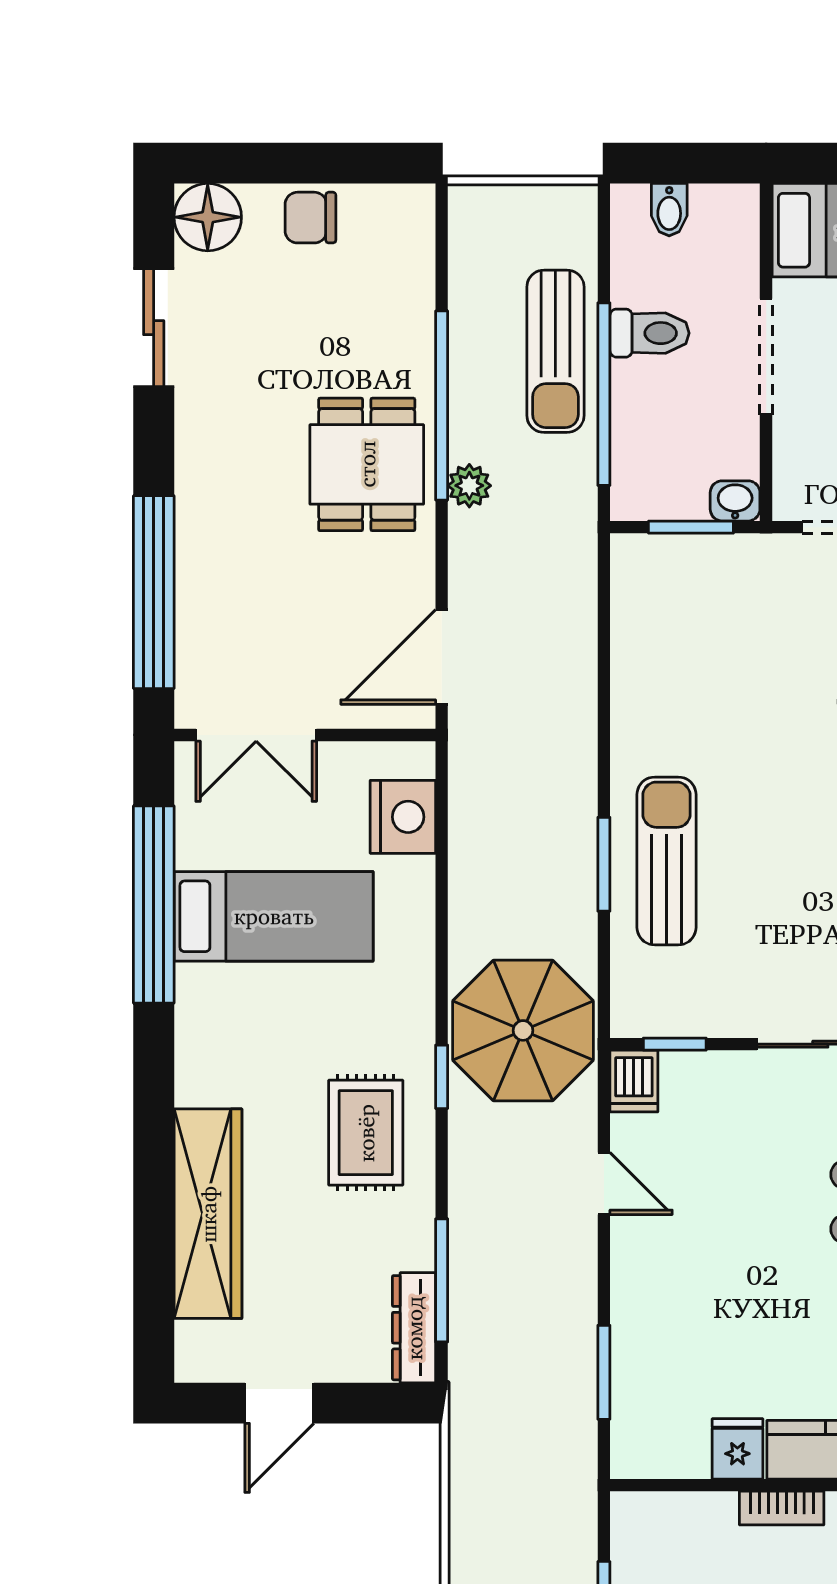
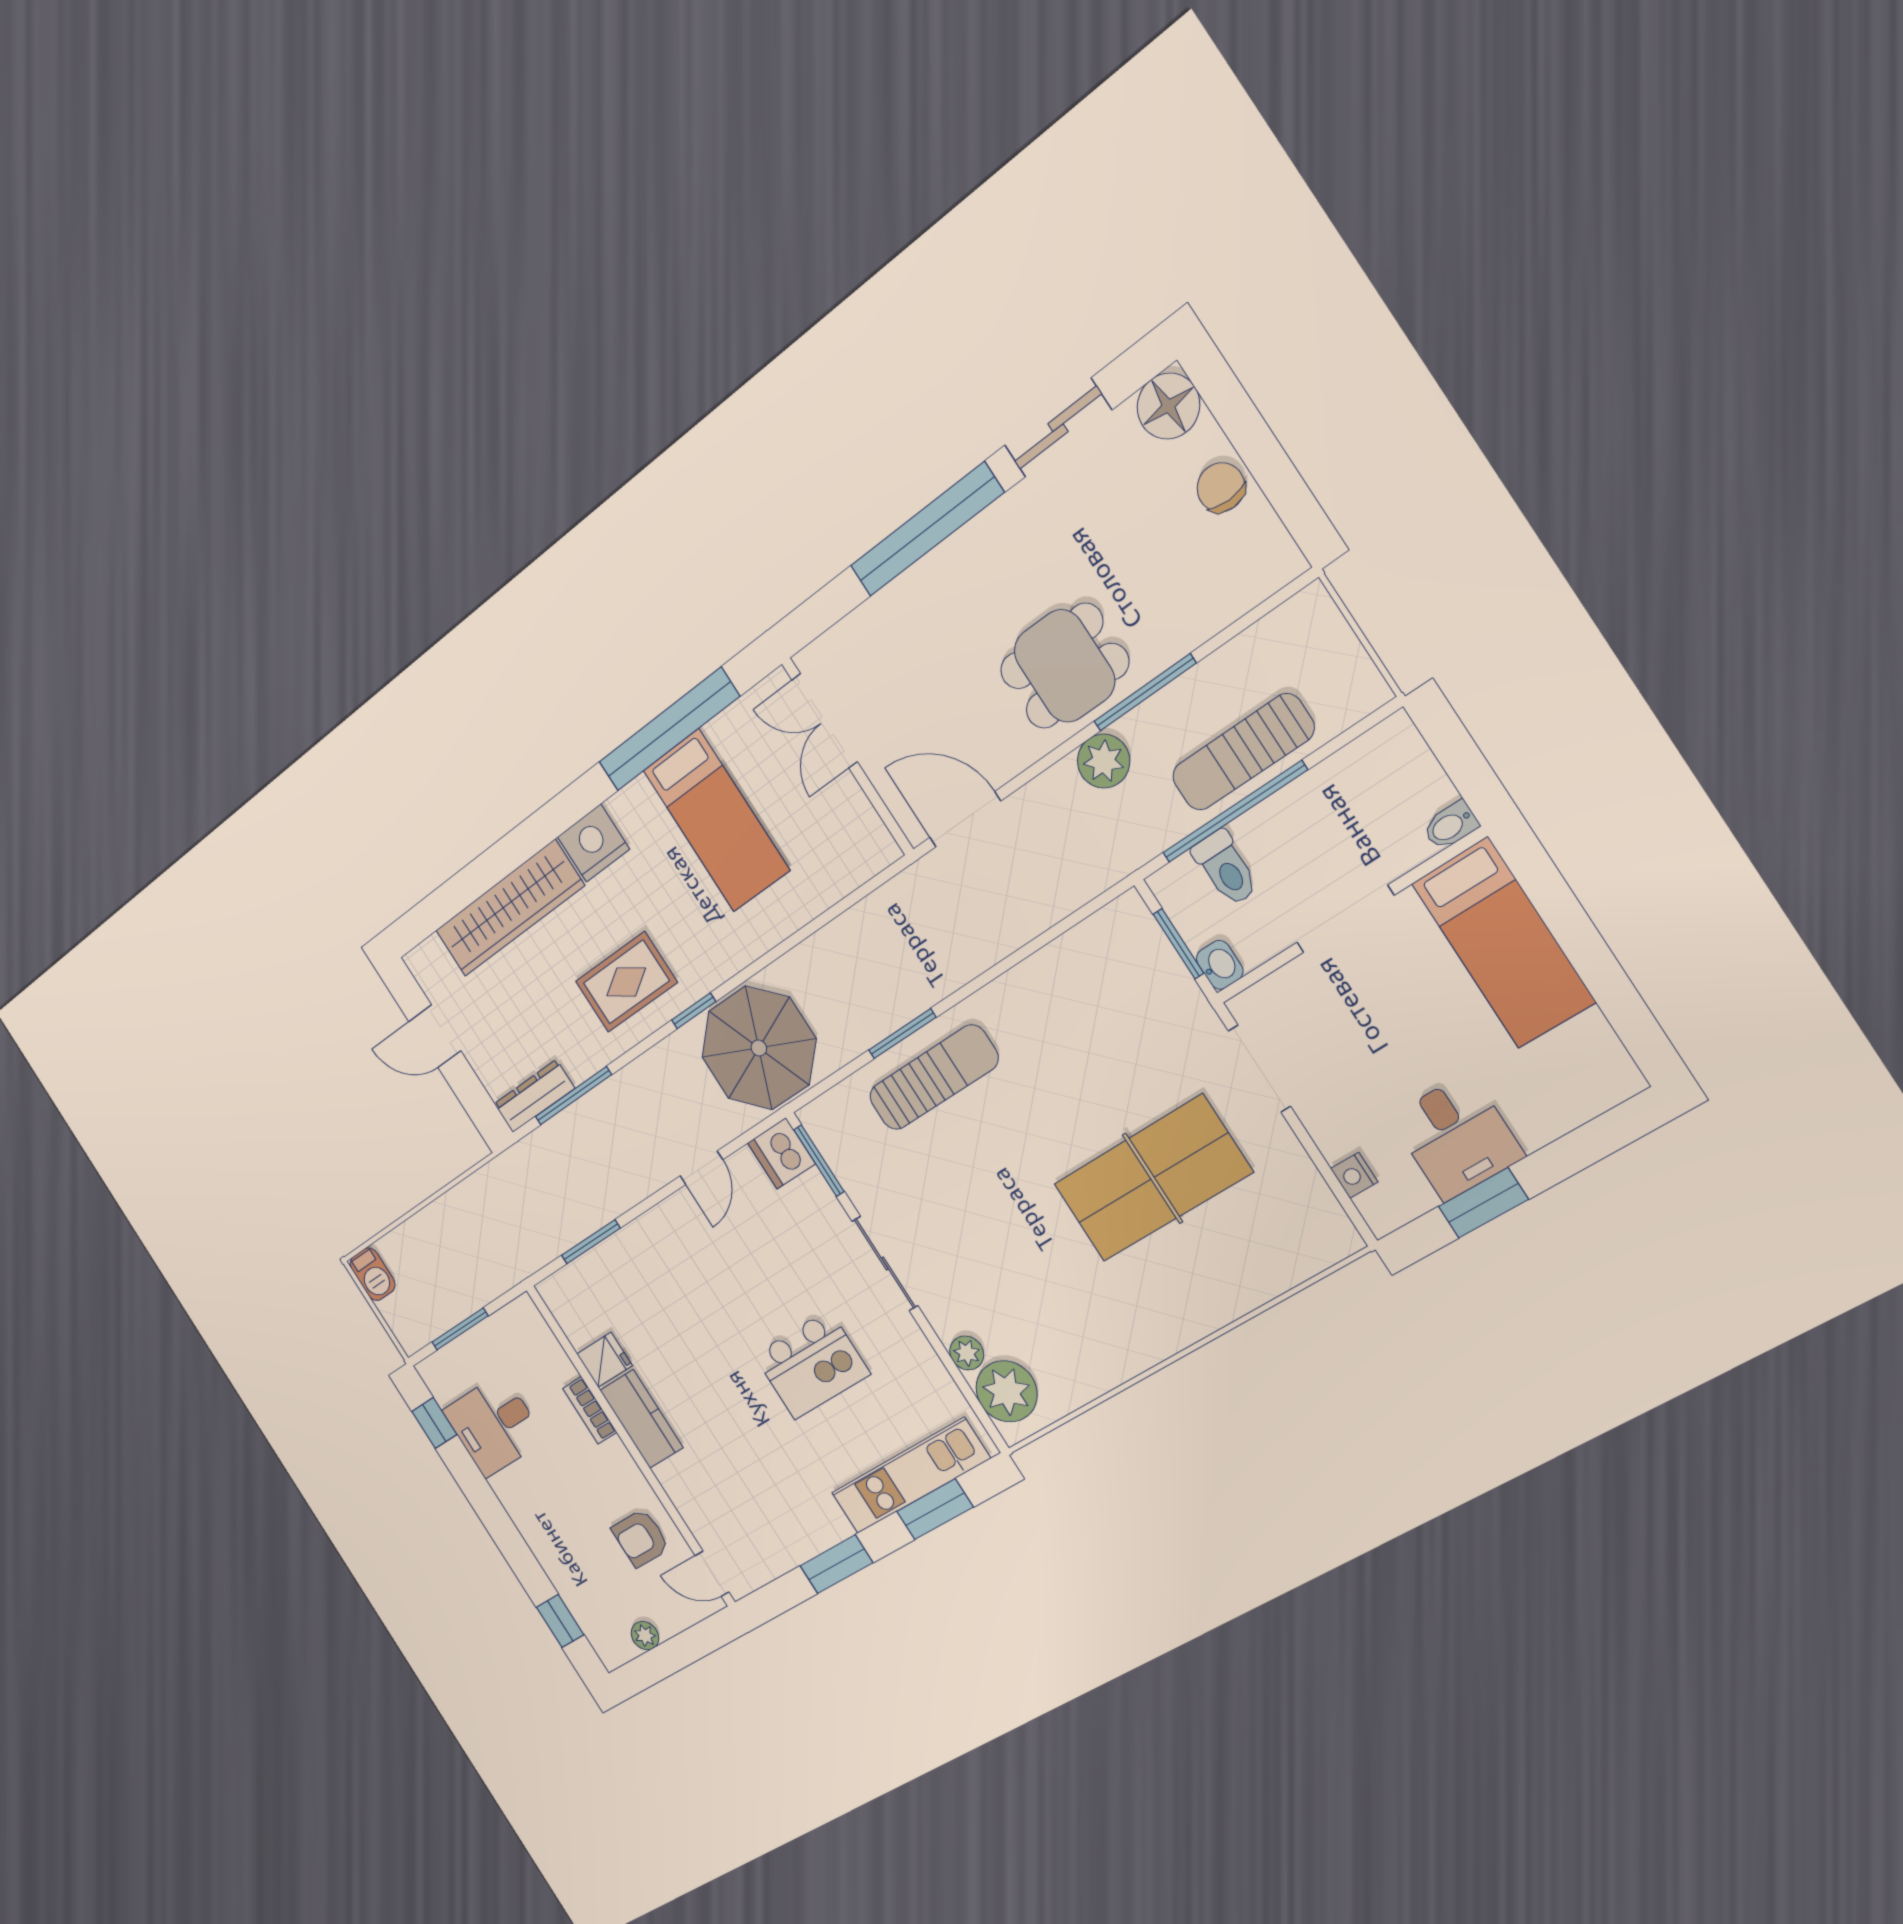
bidet: (669, 210) -> (1451, 826), moved
toilet: (650, 333) -> (1226, 868), moved
window: (442, 405) -> (1145, 692), width x0.68
plant: (469, 486) -> (1104, 761), width x1.38, depth x1.38
window: (154, 592) -> (927, 529), moved
nightstand: (403, 817) -> (593, 843), moved, turned 180
window: (675, 1044) -> (819, 1161), width x1.50
dishwasher: (634, 1081) -> (781, 1153), width x1.38

